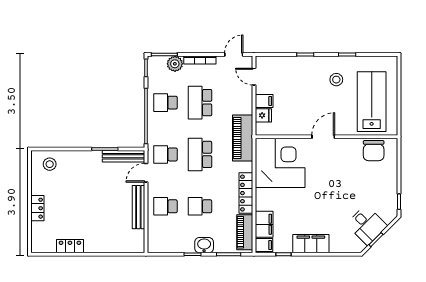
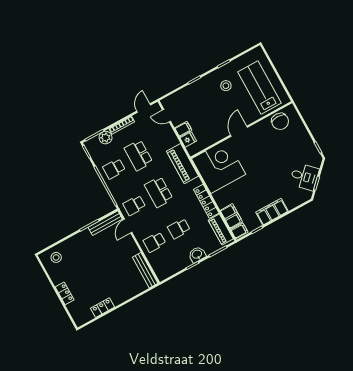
bench: (138, 207) -> (145, 270), moved

